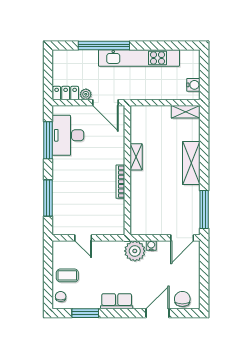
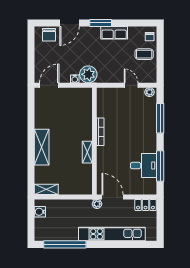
window: (104, 45) -> (65, 244), moved
kitchen unit: (139, 58) -> (112, 234), moved
plant: (86, 94) -> (97, 204), moved
desk: (68, 135) -> (144, 166), width x0.73
window: (204, 209) -> (31, 109), removed
plant: (61, 230) -> (149, 92), added
row of seats: (117, 301) -> (114, 33), moved
window: (85, 313) -> (101, 23), moved

